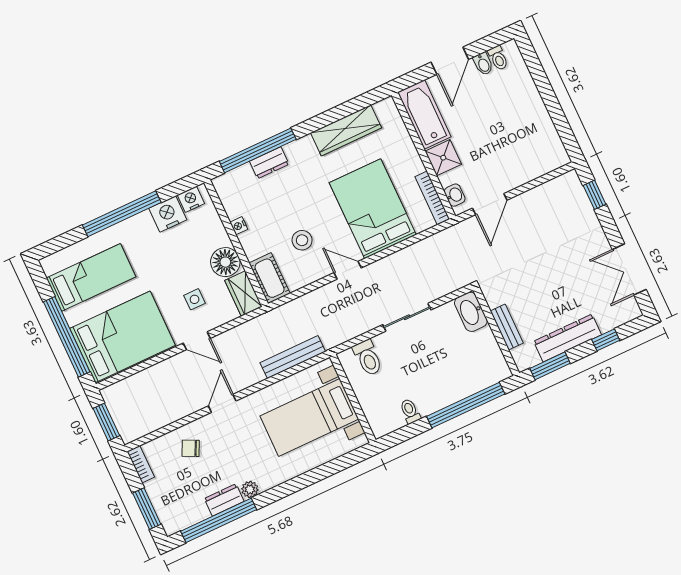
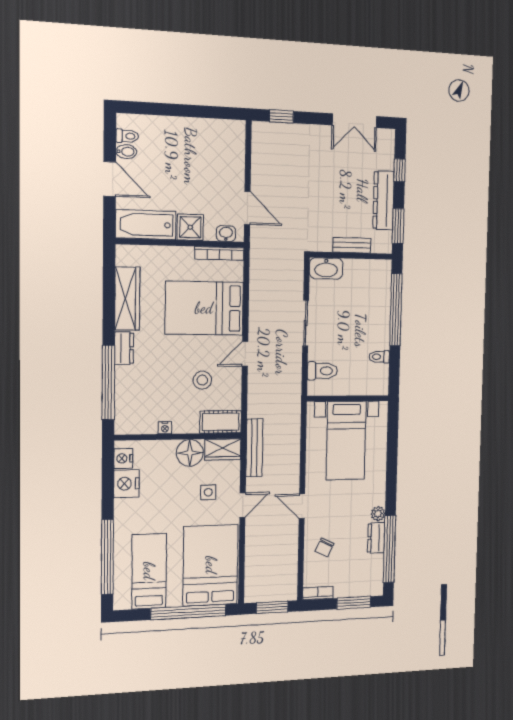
dresser: (269, 163) -> (124, 348), moved
window: (122, 214) -> (107, 557), moved
bench: (293, 357) -> (254, 448), moved

